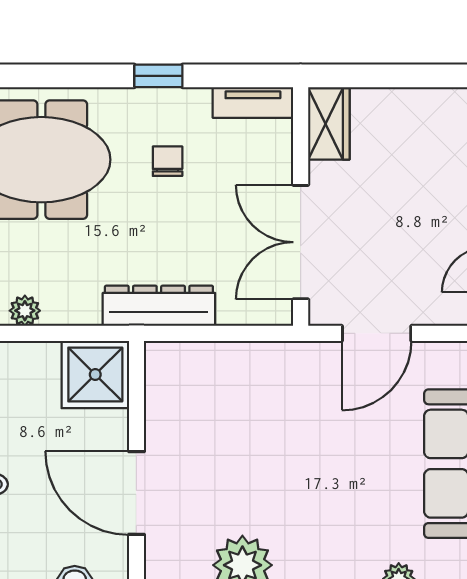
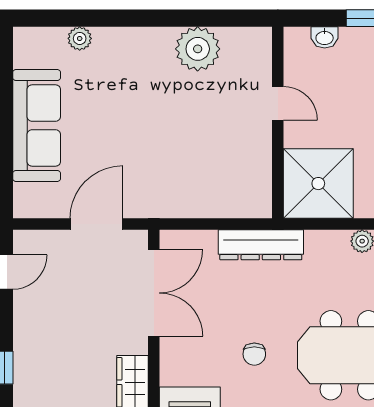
shower: (95, 375) -> (318, 184), width x1.37, depth x1.37
door: (136, 493) -> (278, 103), width x0.53

